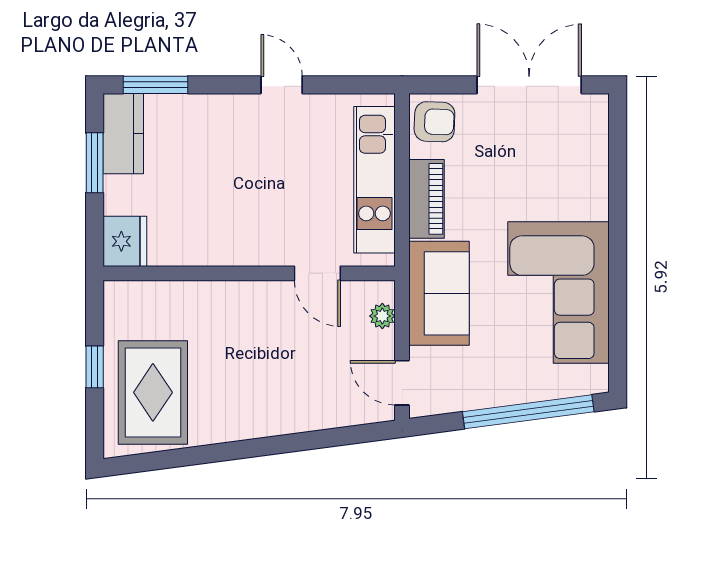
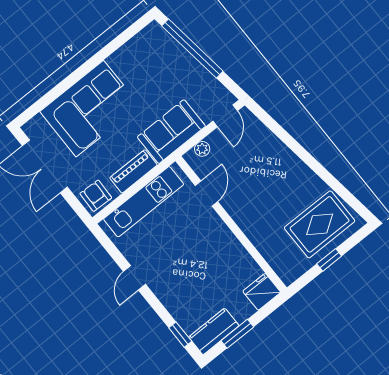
window: (156, 85) -> (180, 335), width x0.67
corner sofa: (559, 293) -> (90, 109), moved

